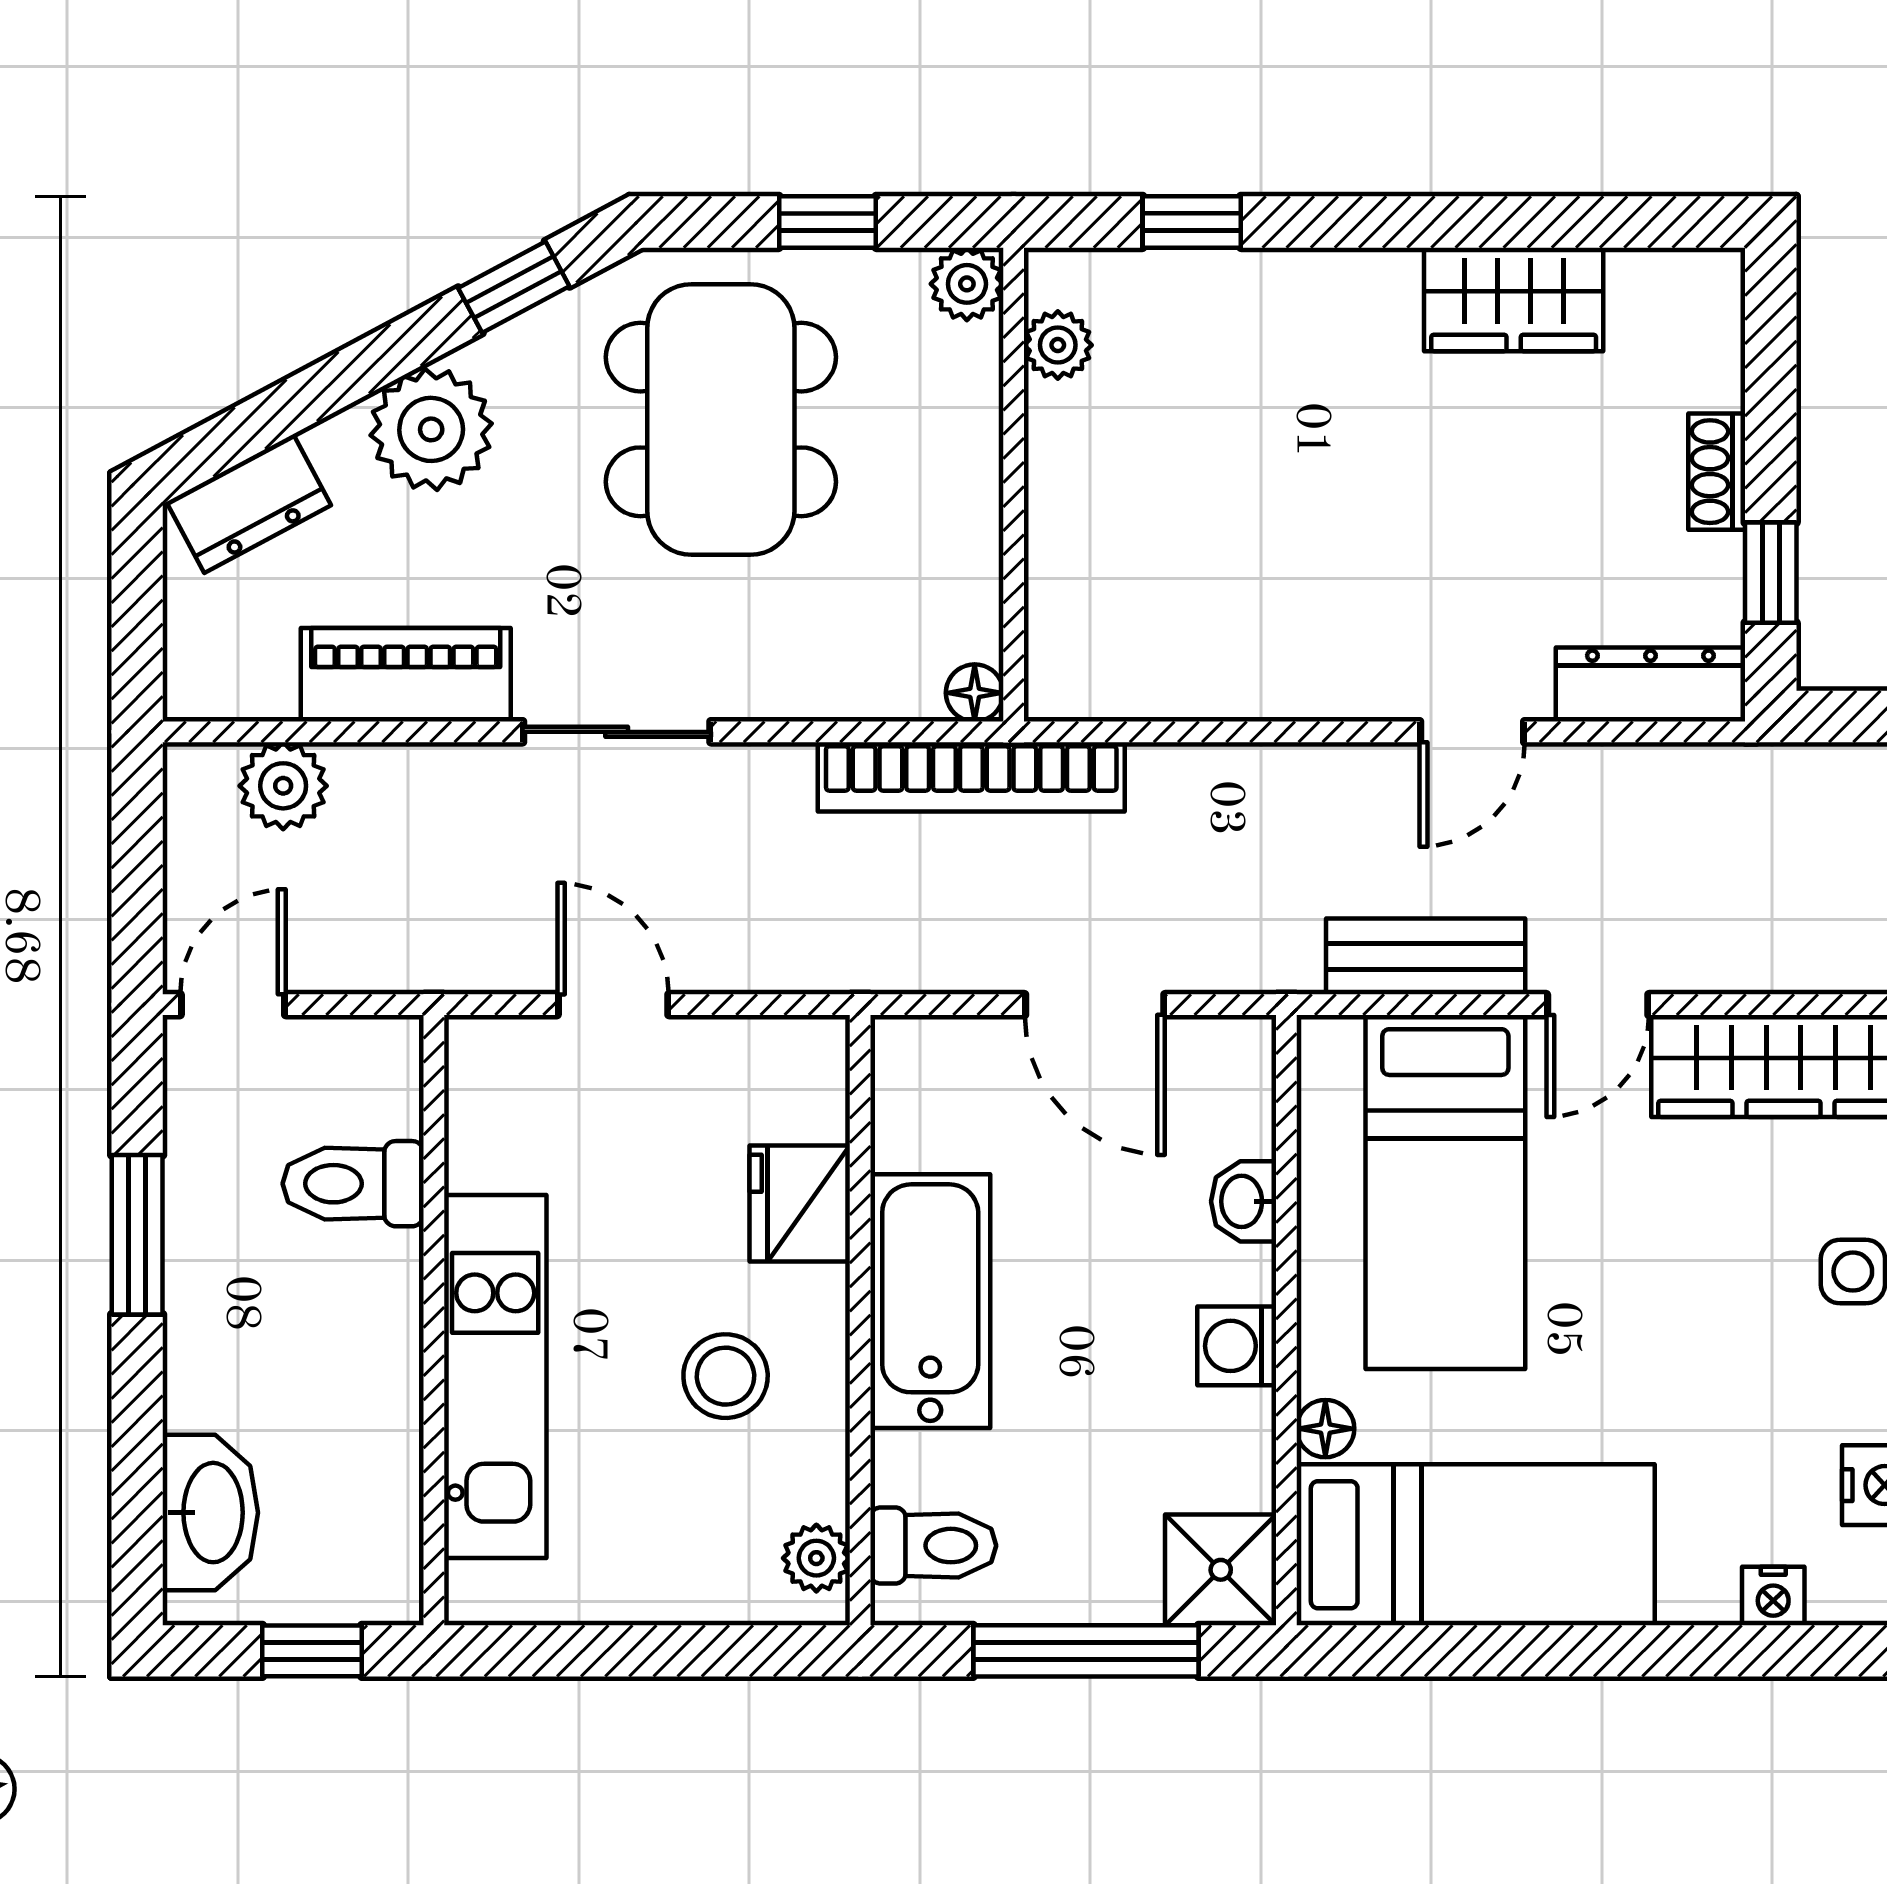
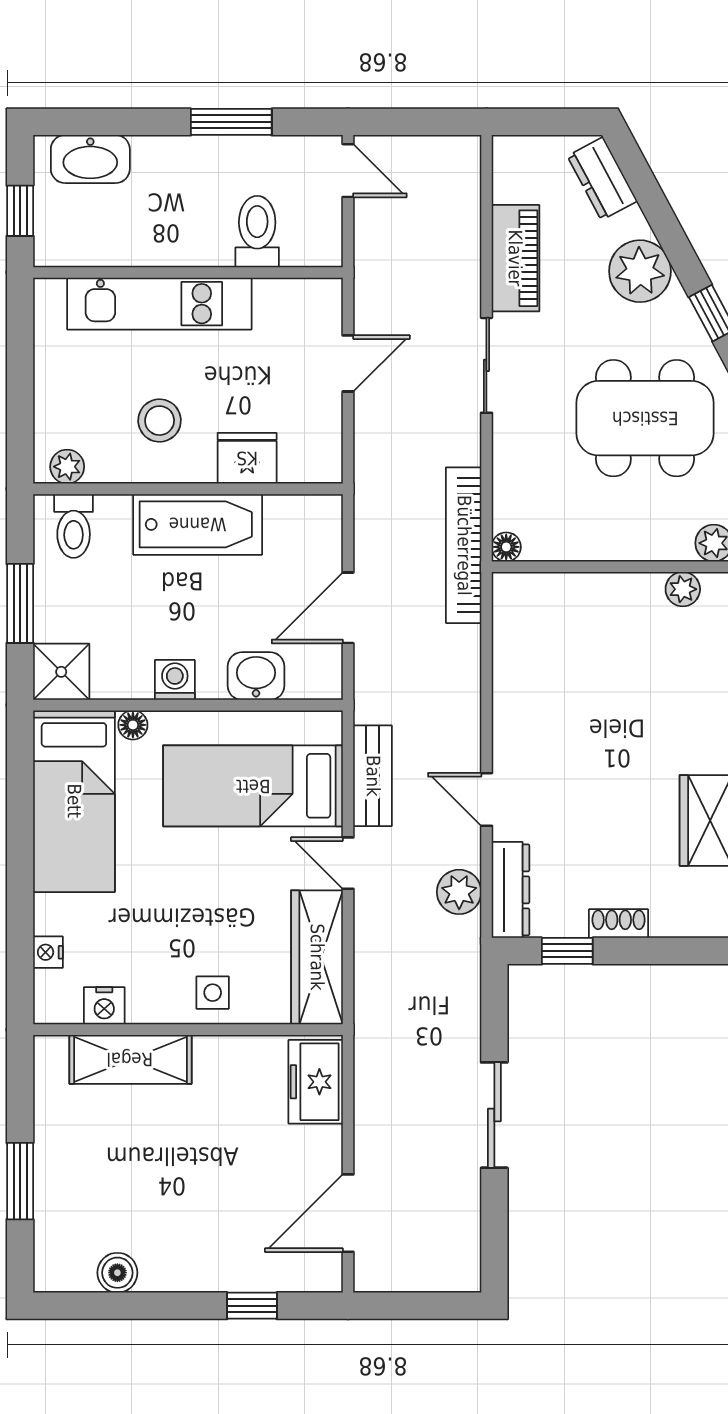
plant: (283, 786) -> (459, 892), moved
washbasin: (1244, 1201) -> (256, 676), width x1.38, depth x1.45
window: (1086, 1651) -> (20, 603), width x0.69

